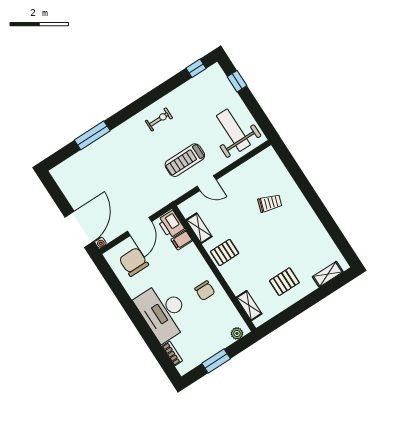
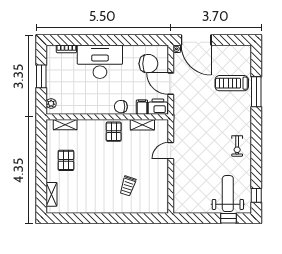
weight bench: (233, 130) -> (228, 194), moved, turned -90
treadmill: (185, 160) -> (232, 83), moved, turned -90
chair: (205, 291) -> (121, 107), moved

